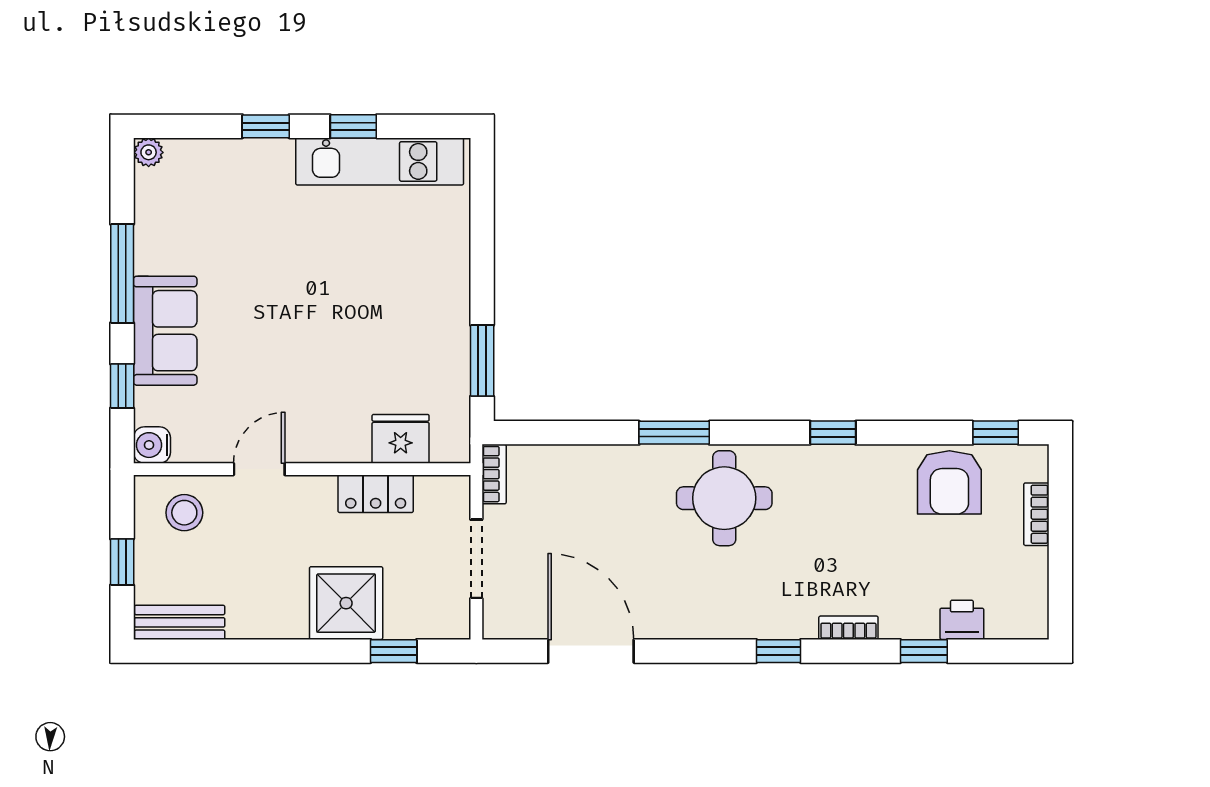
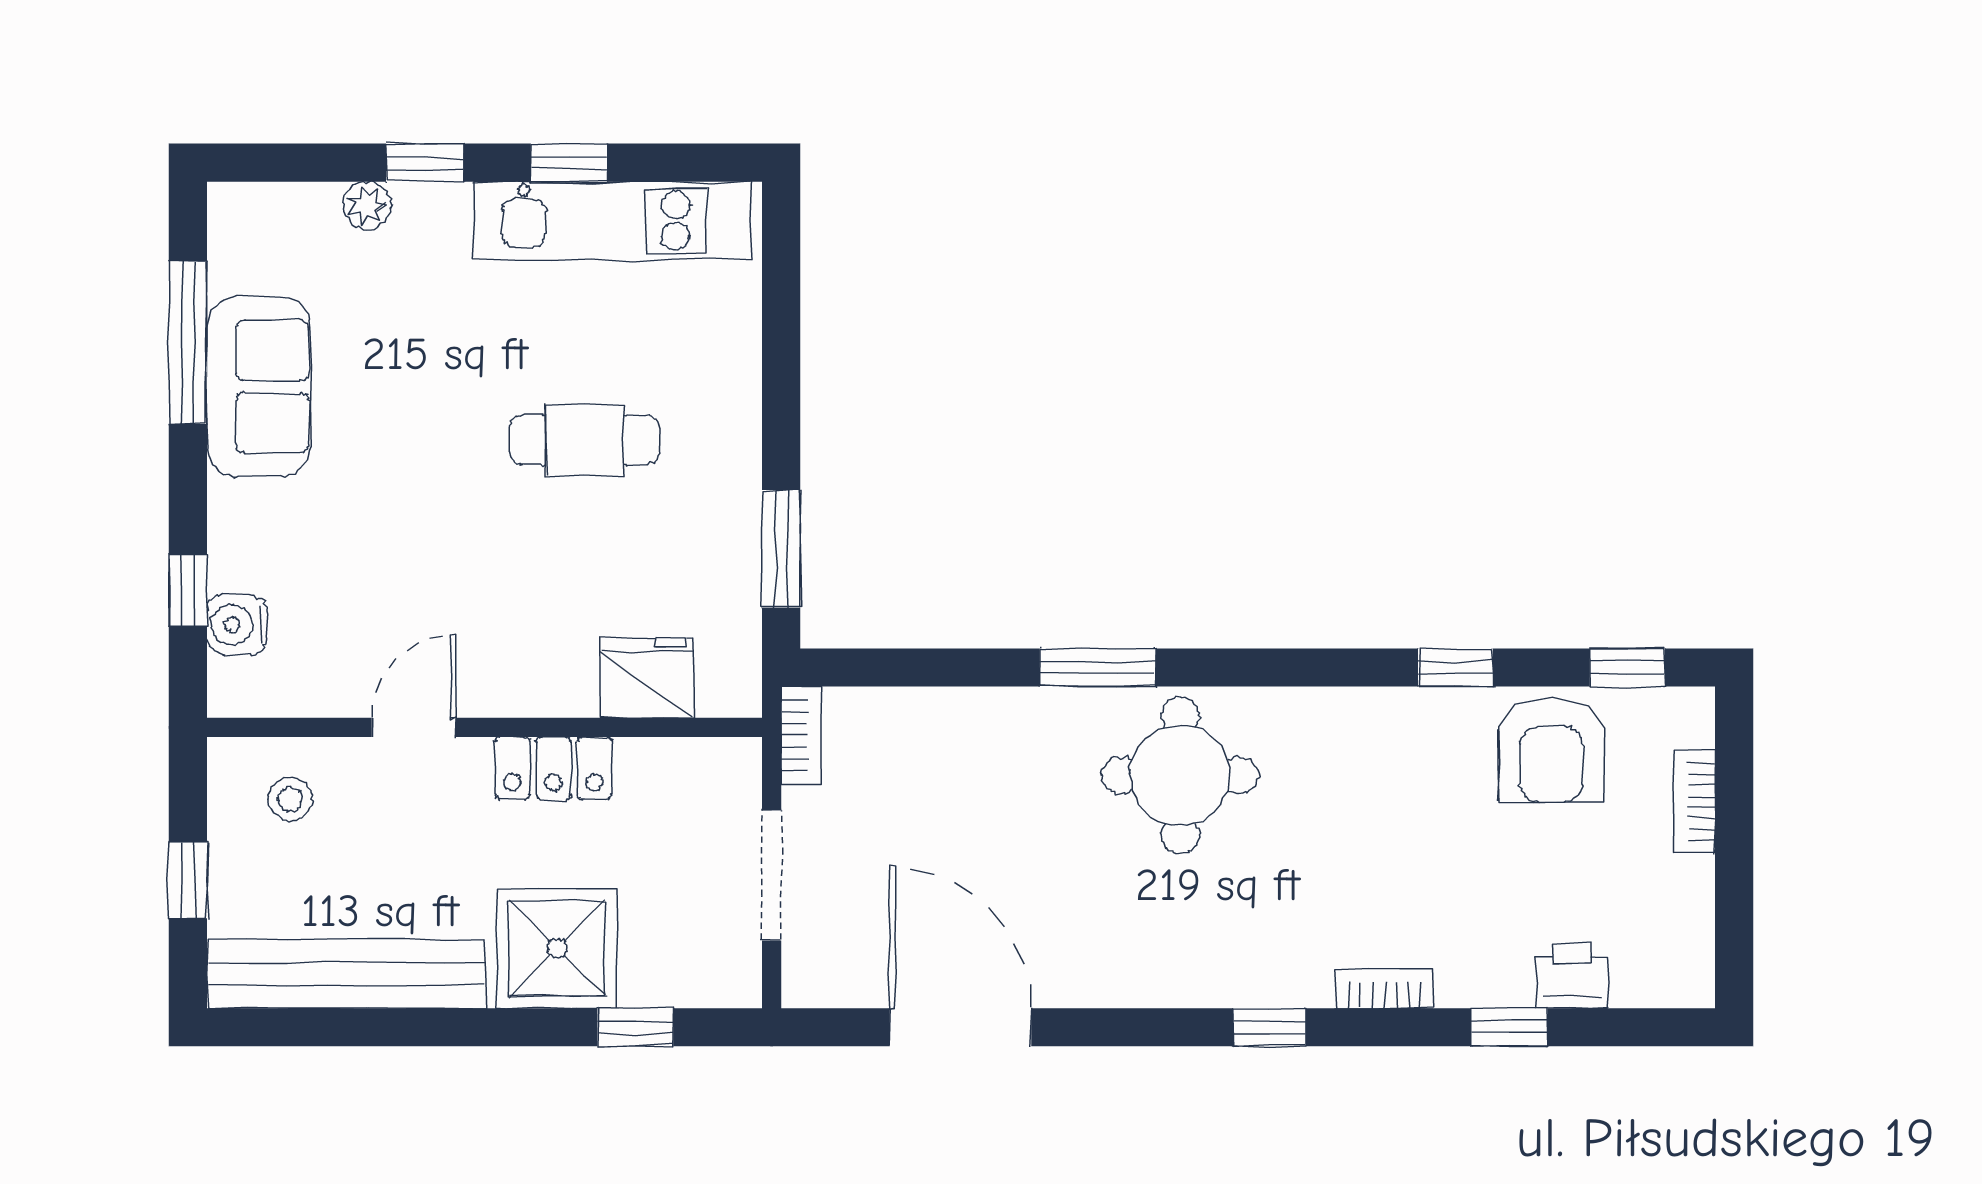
plant: (149, 152) -> (367, 205), moved
window: (122, 274) -> (188, 342), moved
cafe table: (363, 295) -> (585, 440), added
sofa: (165, 331) -> (259, 387), moved
window: (833, 433) -> (1455, 668), moved
water cooler: (152, 445) -> (237, 625), moved
locker: (376, 494) -> (554, 768), moved
stool: (184, 513) -> (290, 799), width x0.73, depth x0.73
bench: (180, 622) -> (347, 974), width x1.86, depth x1.21

